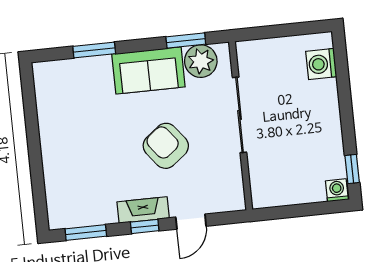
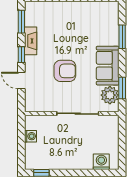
armchair: (166, 146) -> (65, 71), turned 38
washing machine: (337, 190) -> (30, 136), moved
fireplace: (143, 210) -> (31, 41), moved

